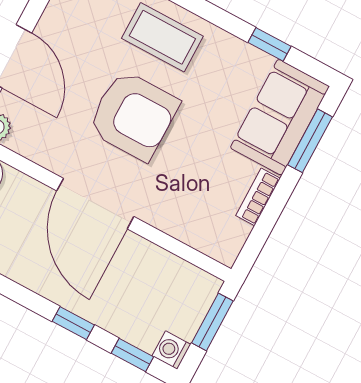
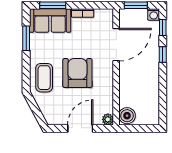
window: (270, 44) -> (26, 38), width x1.50
door: (95, 204) -> (116, 45), moved

